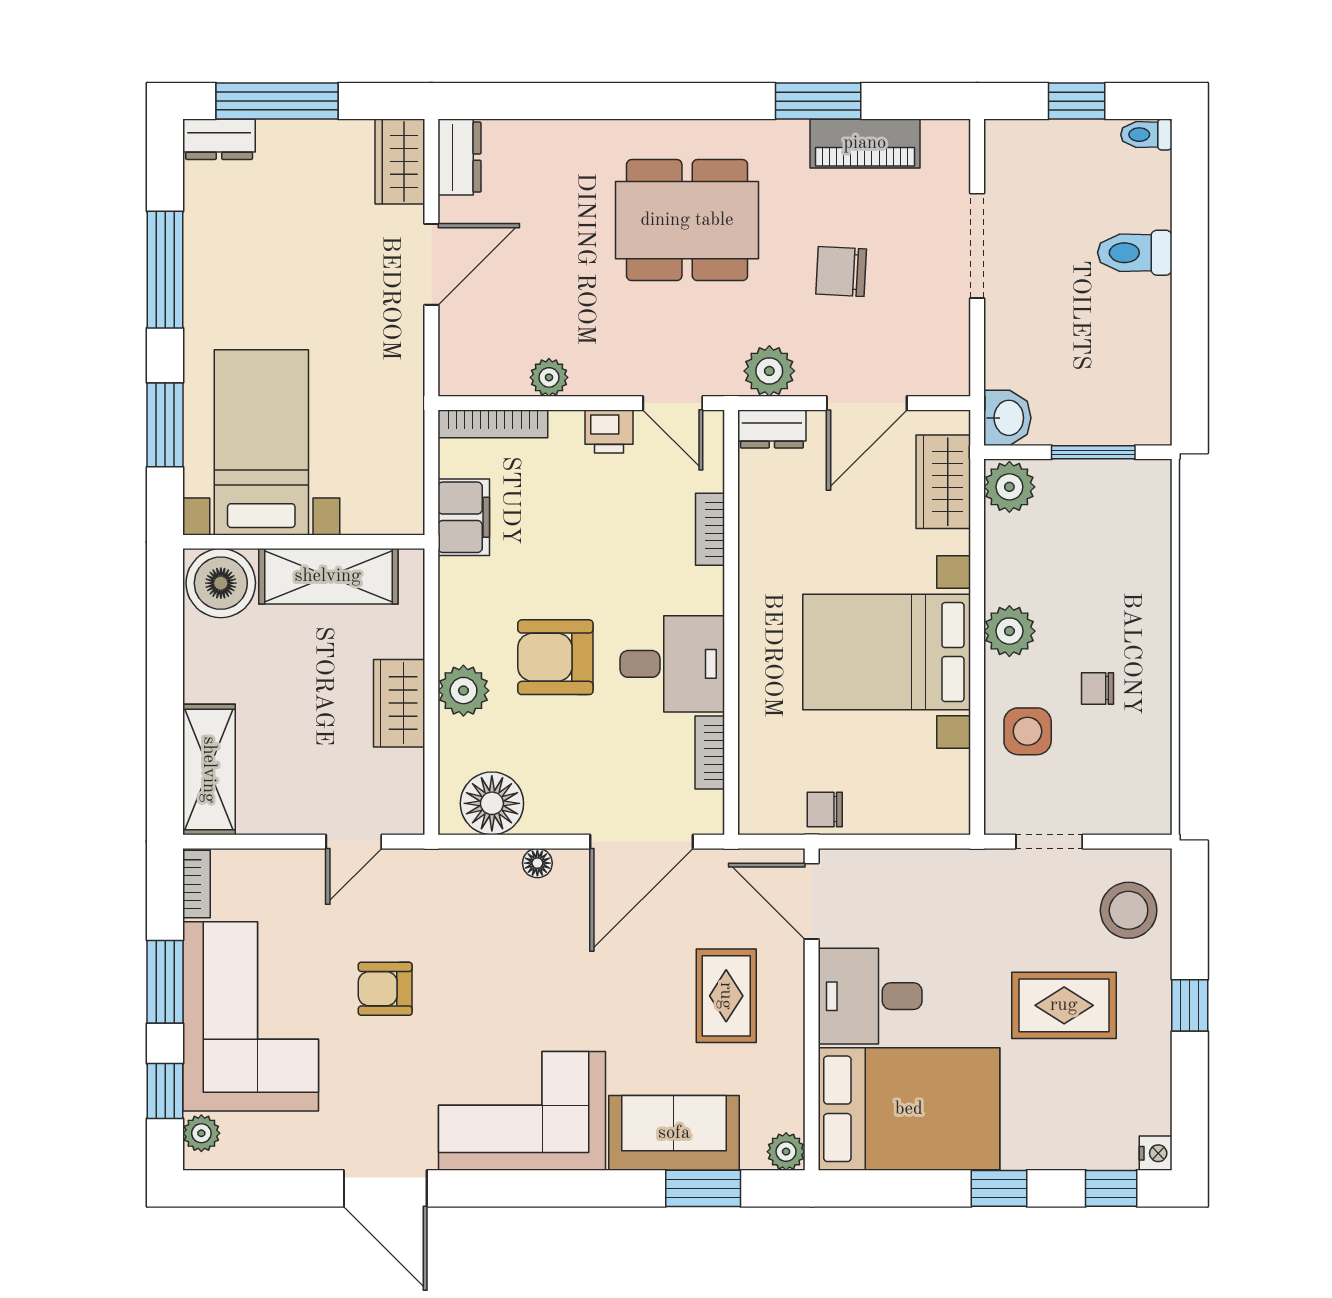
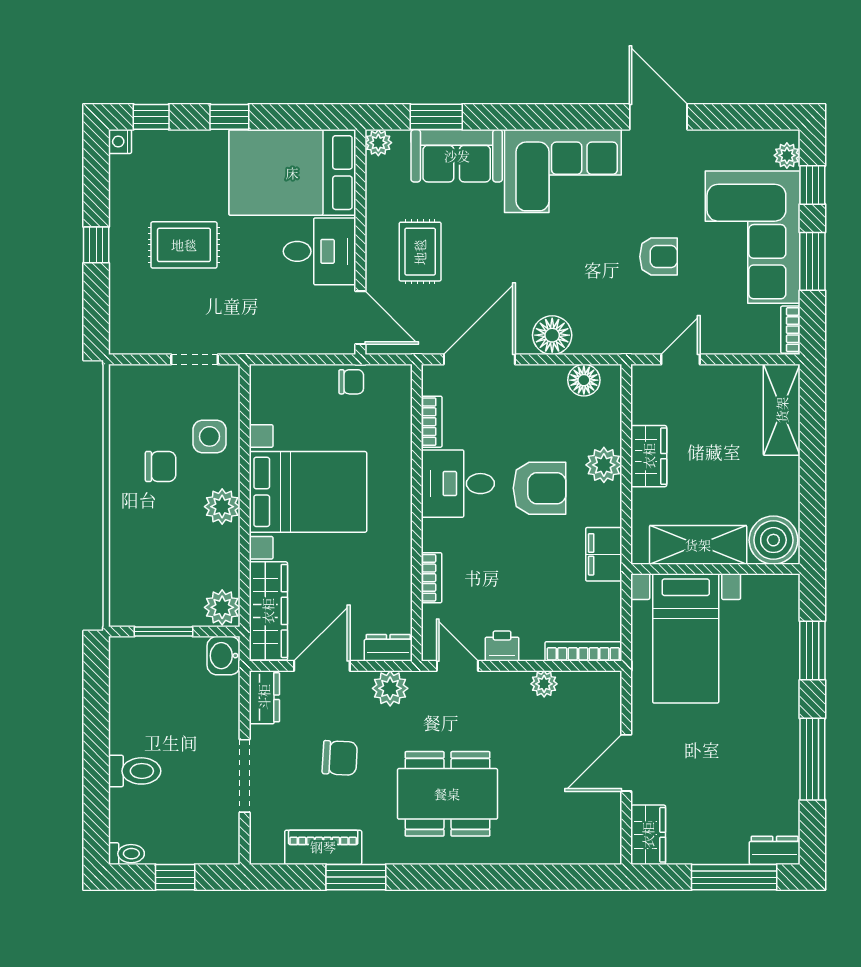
dresser: (459, 157) -> (264, 697), moved, turned 180
bed with nightstands: (261, 442) -> (686, 638), moved
wardrobe: (943, 482) -> (268, 611), width x1.50
filing cabinet: (464, 517) -> (604, 554), moved
chair: (1098, 688) -> (161, 466), width x1.37, depth x1.37
floor lamp: (492, 803) -> (584, 380), width x0.73, depth x0.73
floor lamp: (537, 863) -> (552, 335), width x1.89, depth x1.89
stool: (1129, 910) -> (139, 311), removed

